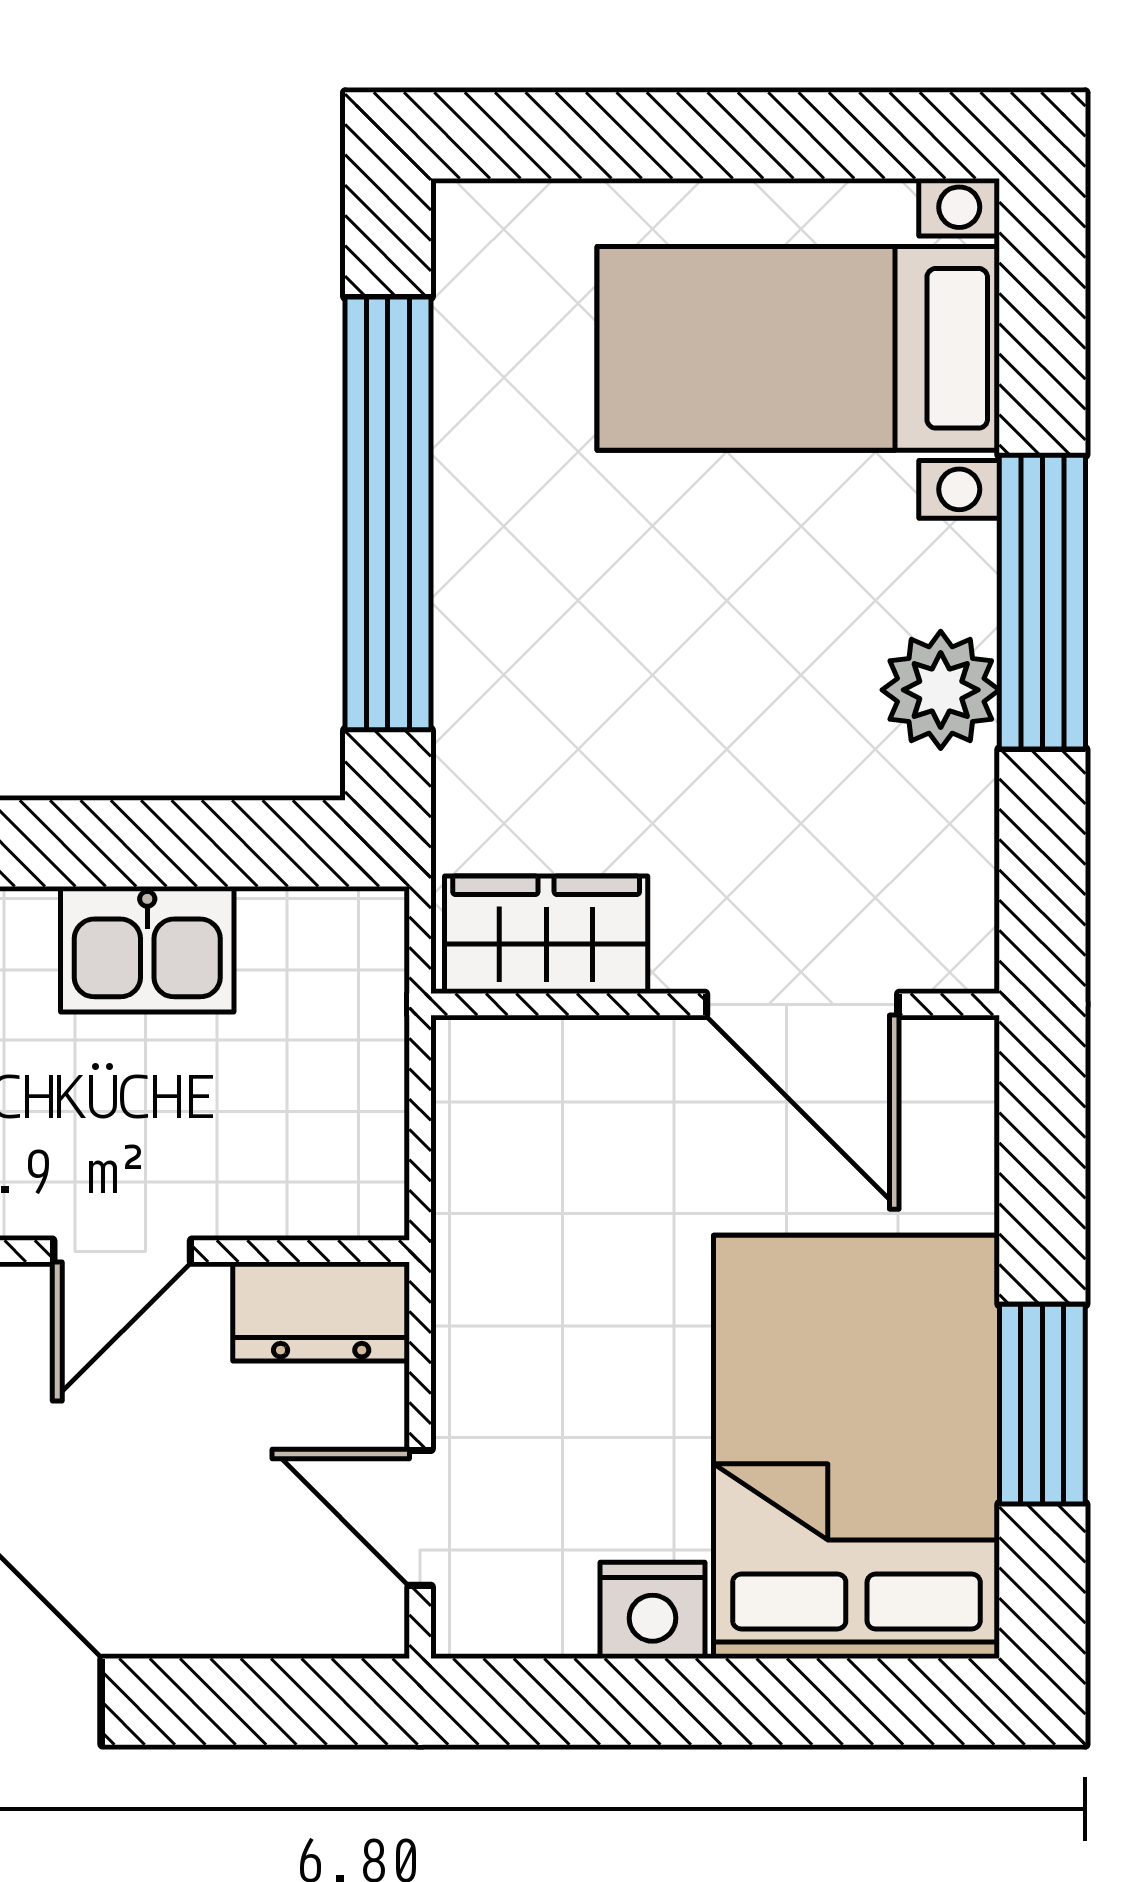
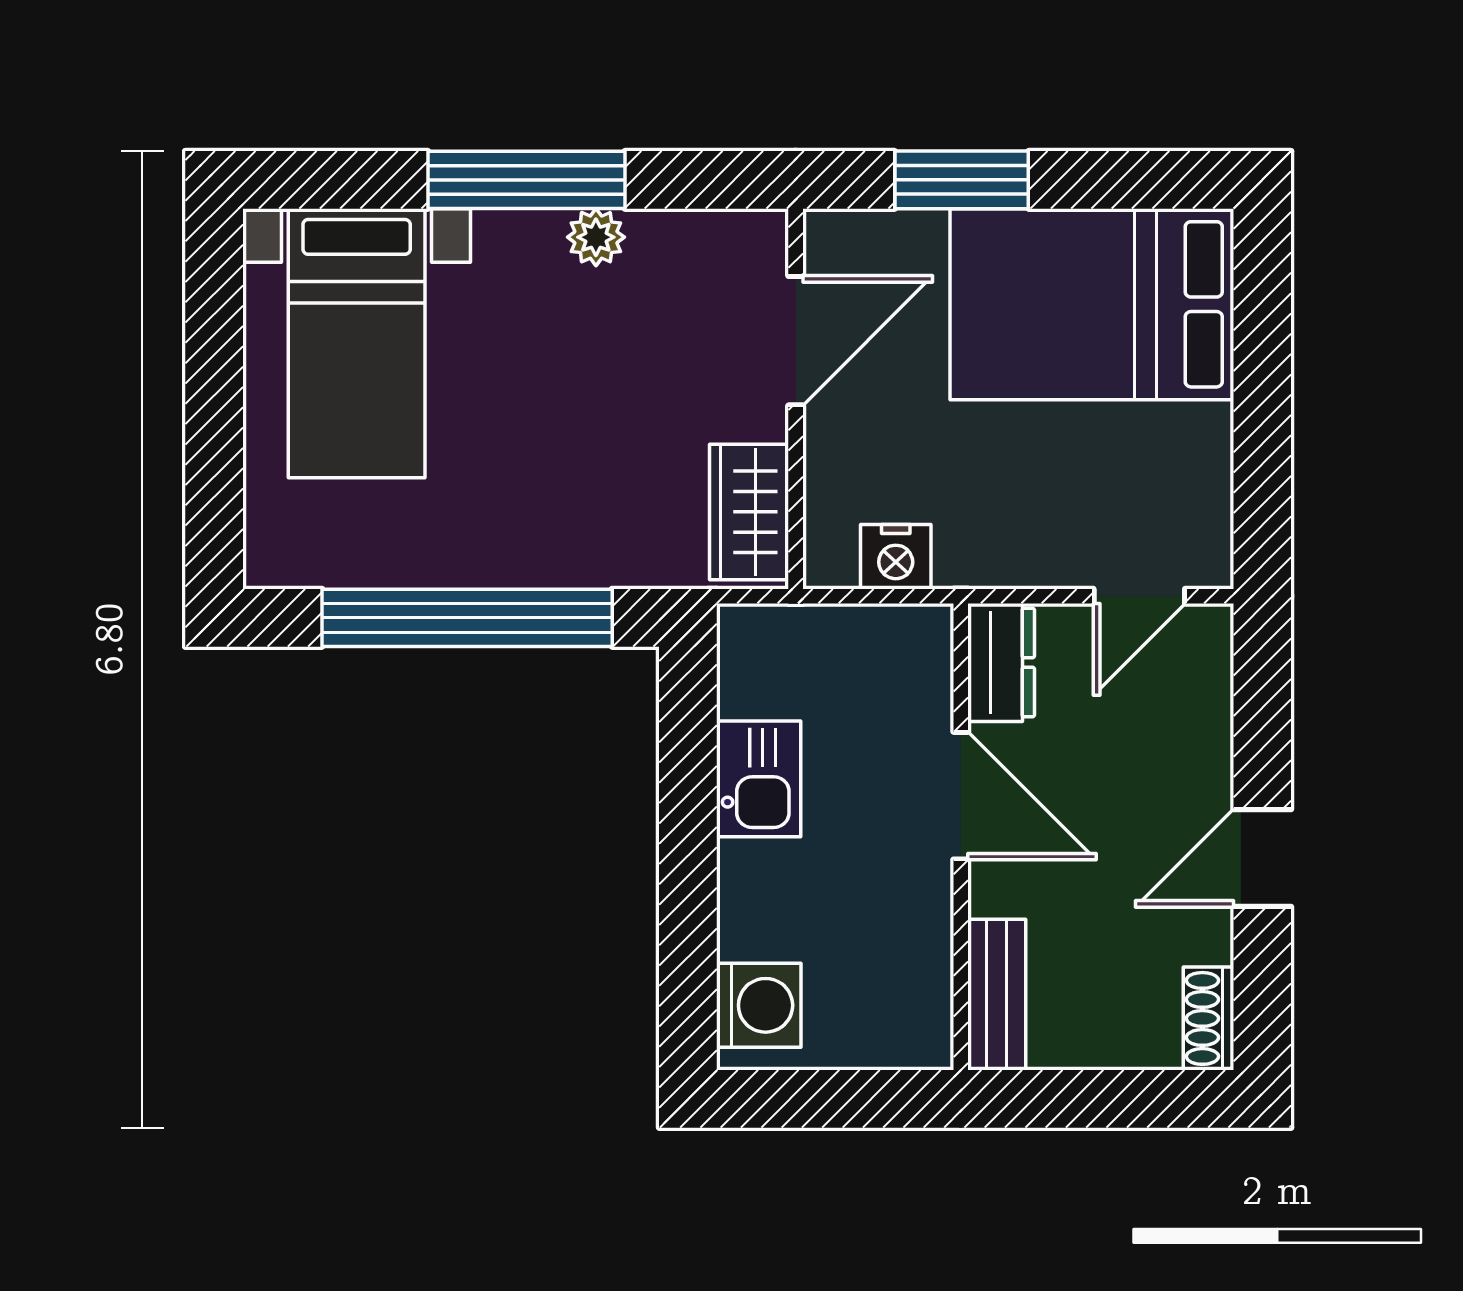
plant: (941, 690) -> (596, 237), width x0.73, depth x0.73
door: (122, 1251) -> (961, 796), width x1.38
window: (1042, 1404) -> (962, 180), moved
nightstand: (652, 1610) -> (896, 557), moved, turned 90

